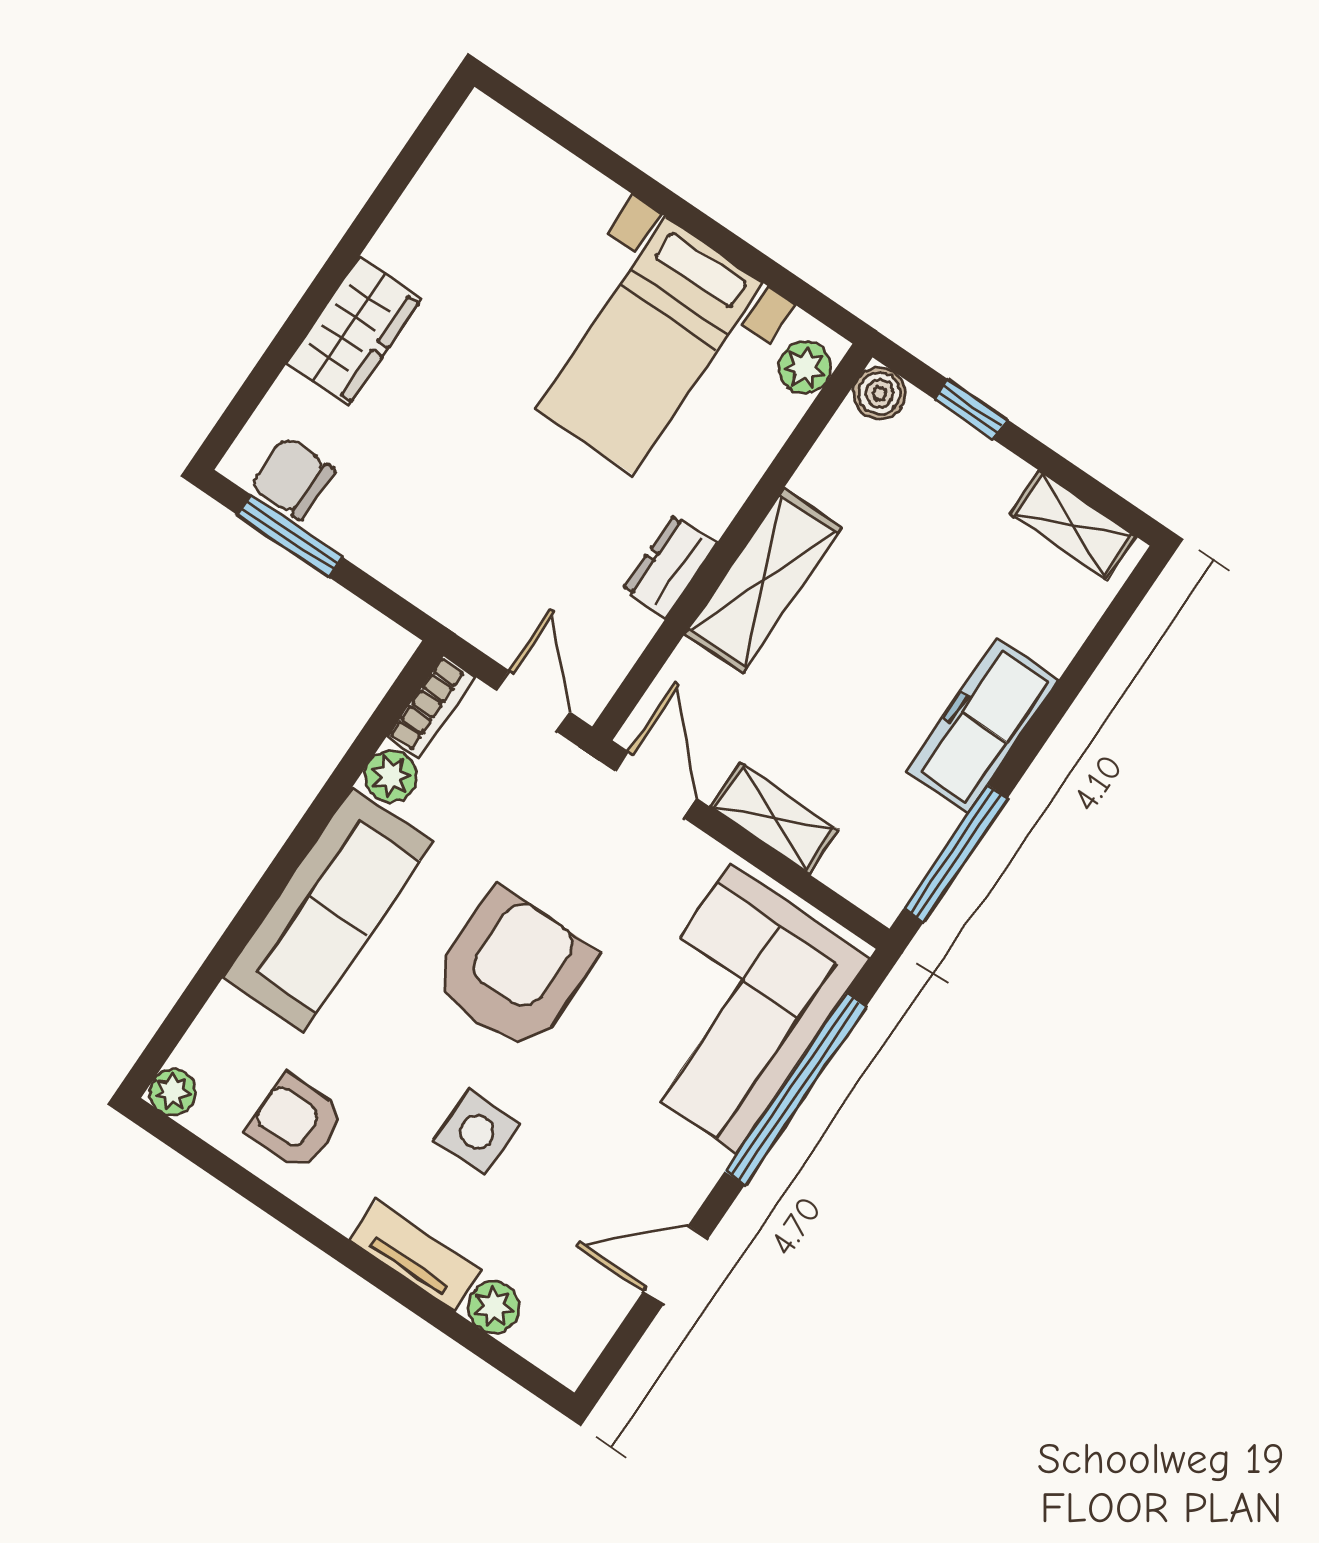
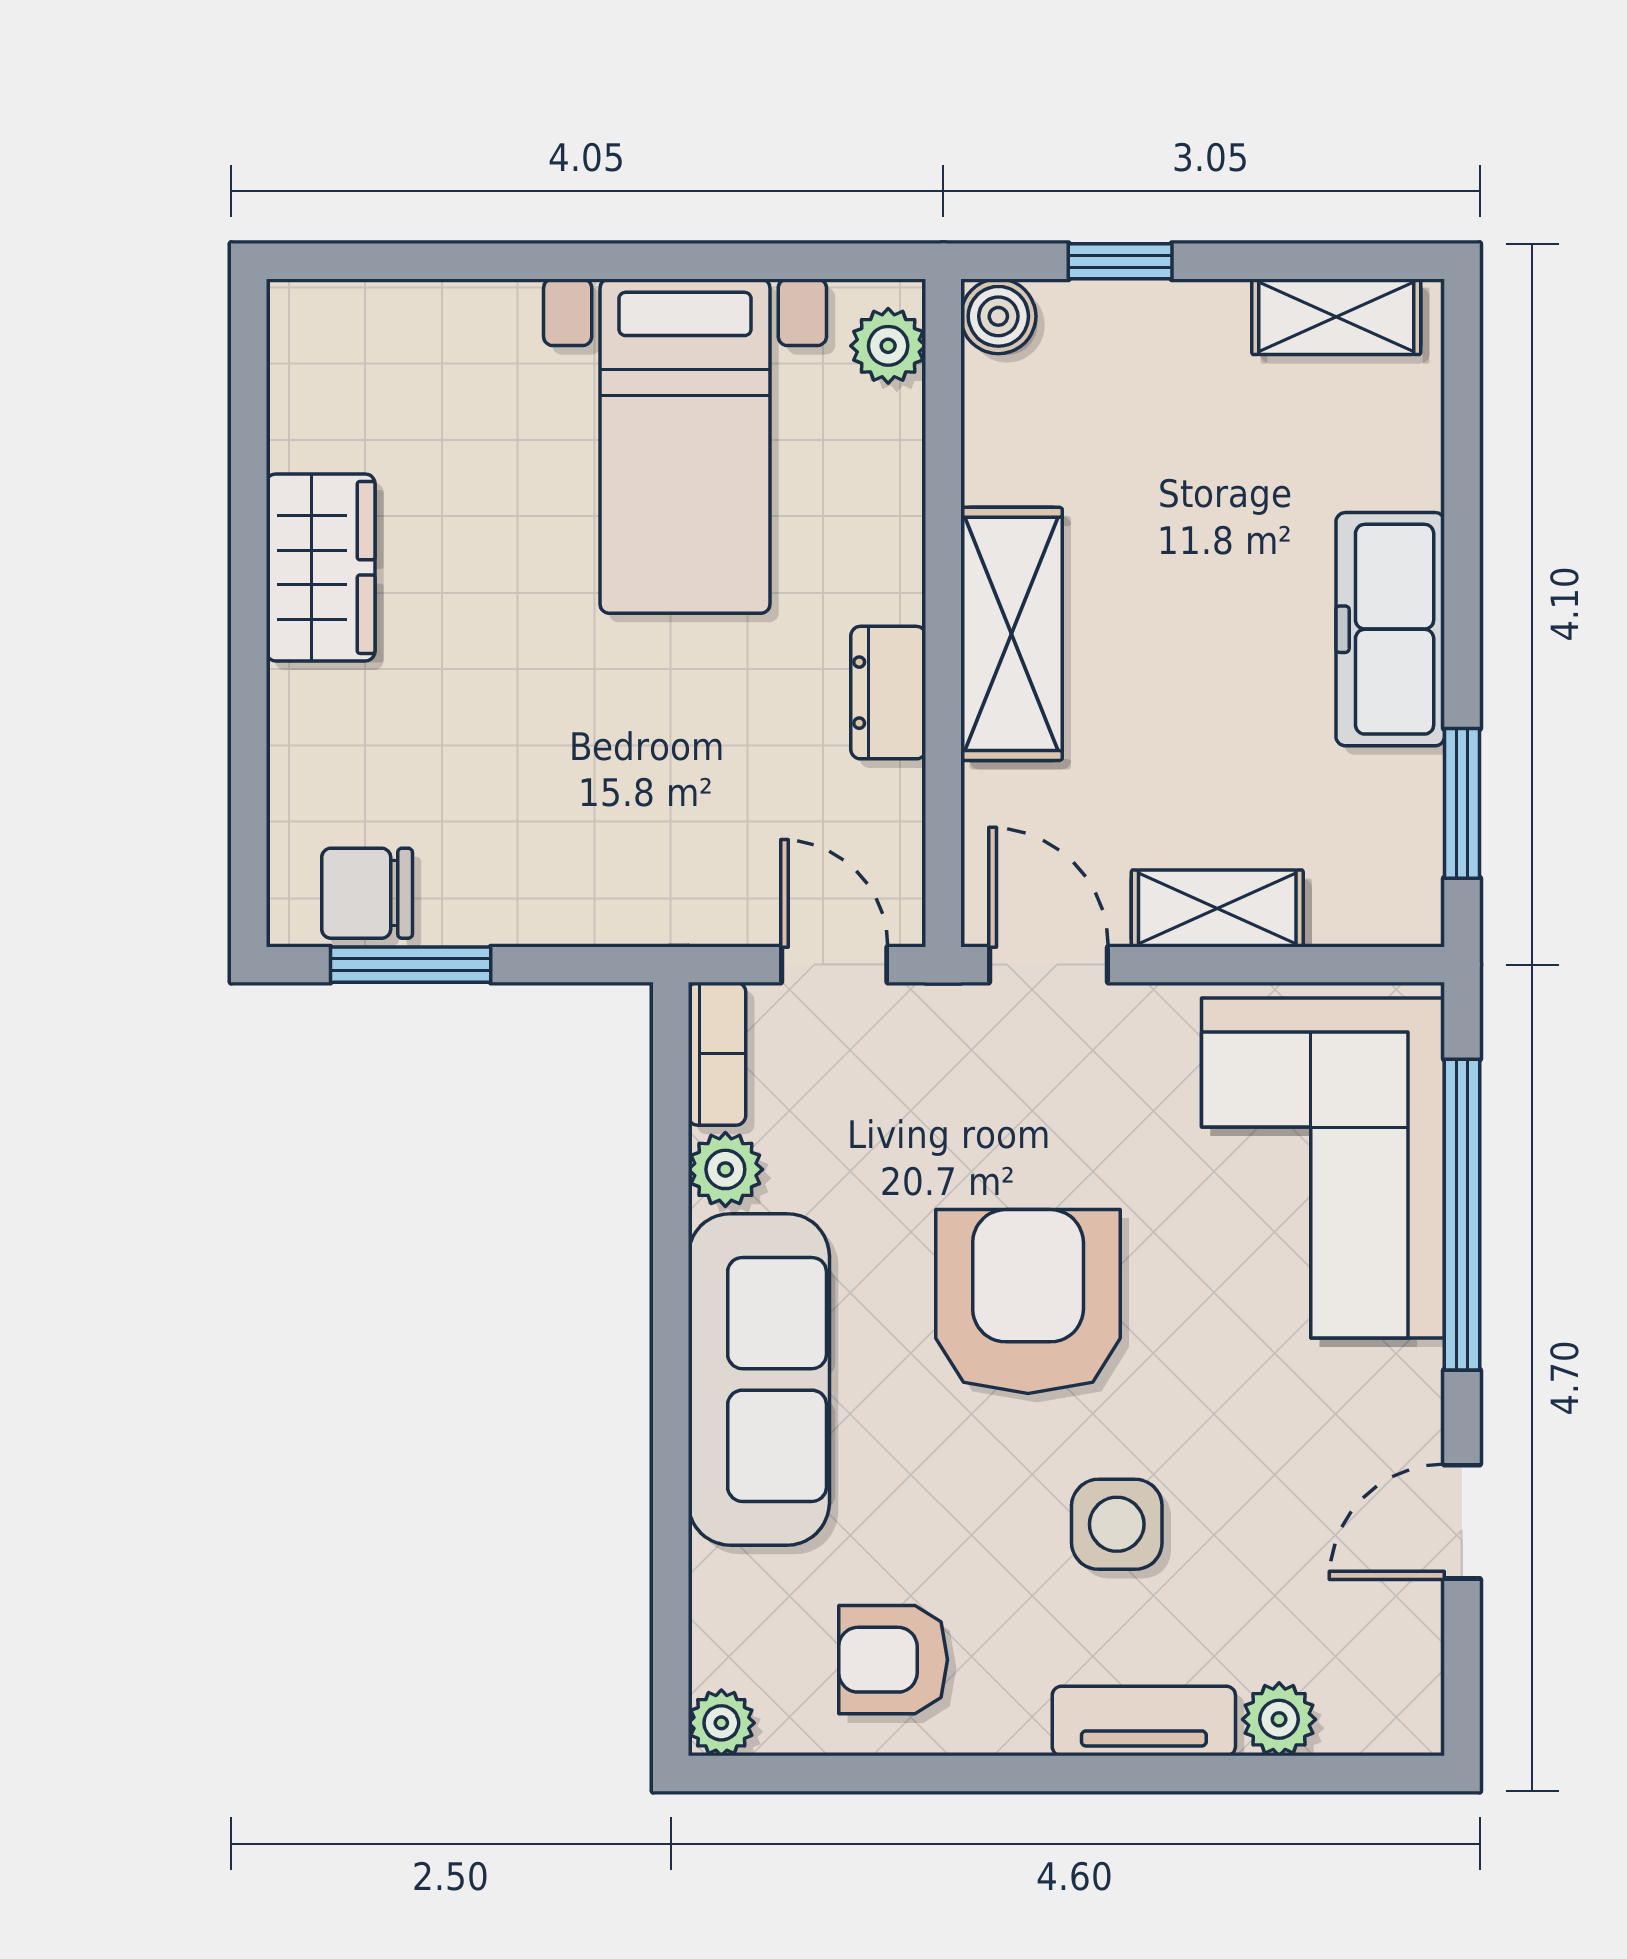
wardrobe: (354, 331) -> (321, 567), moved
window: (956, 853) -> (1462, 803), width x0.69

